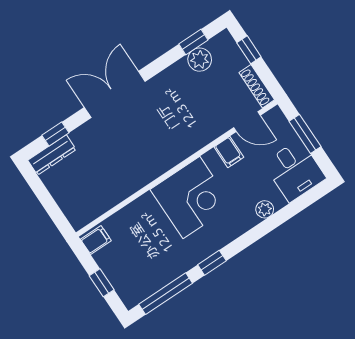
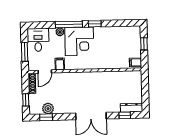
door: (247, 122) -> (45, 72), swing flipped
corner desk: (191, 198) -> (79, 41), moved, turned 180
window: (166, 294) -> (69, 24), moved

